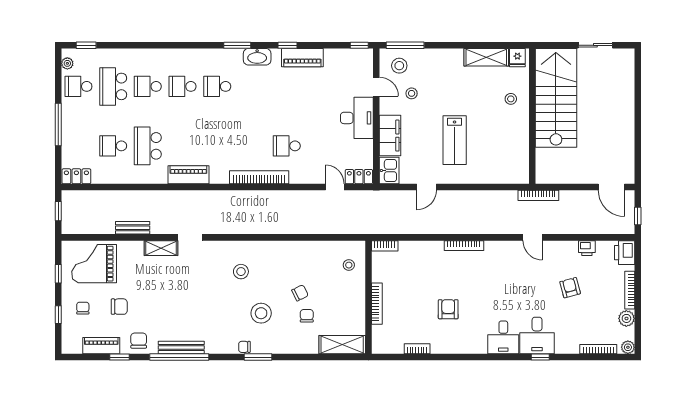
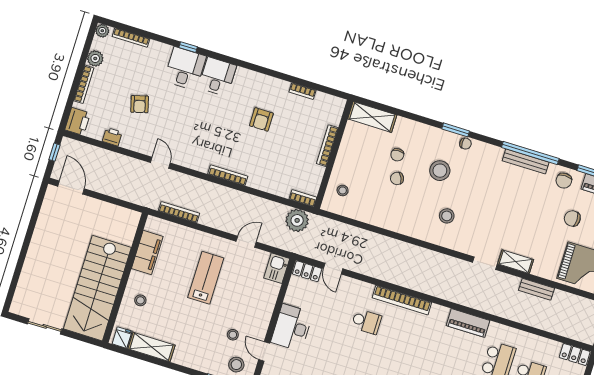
filing cabinet: (390, 136) -> (147, 252), moved, turned 180
bookcase: (538, 195) -> (179, 212), moved
plant: (384, 223) -> (297, 220), added

